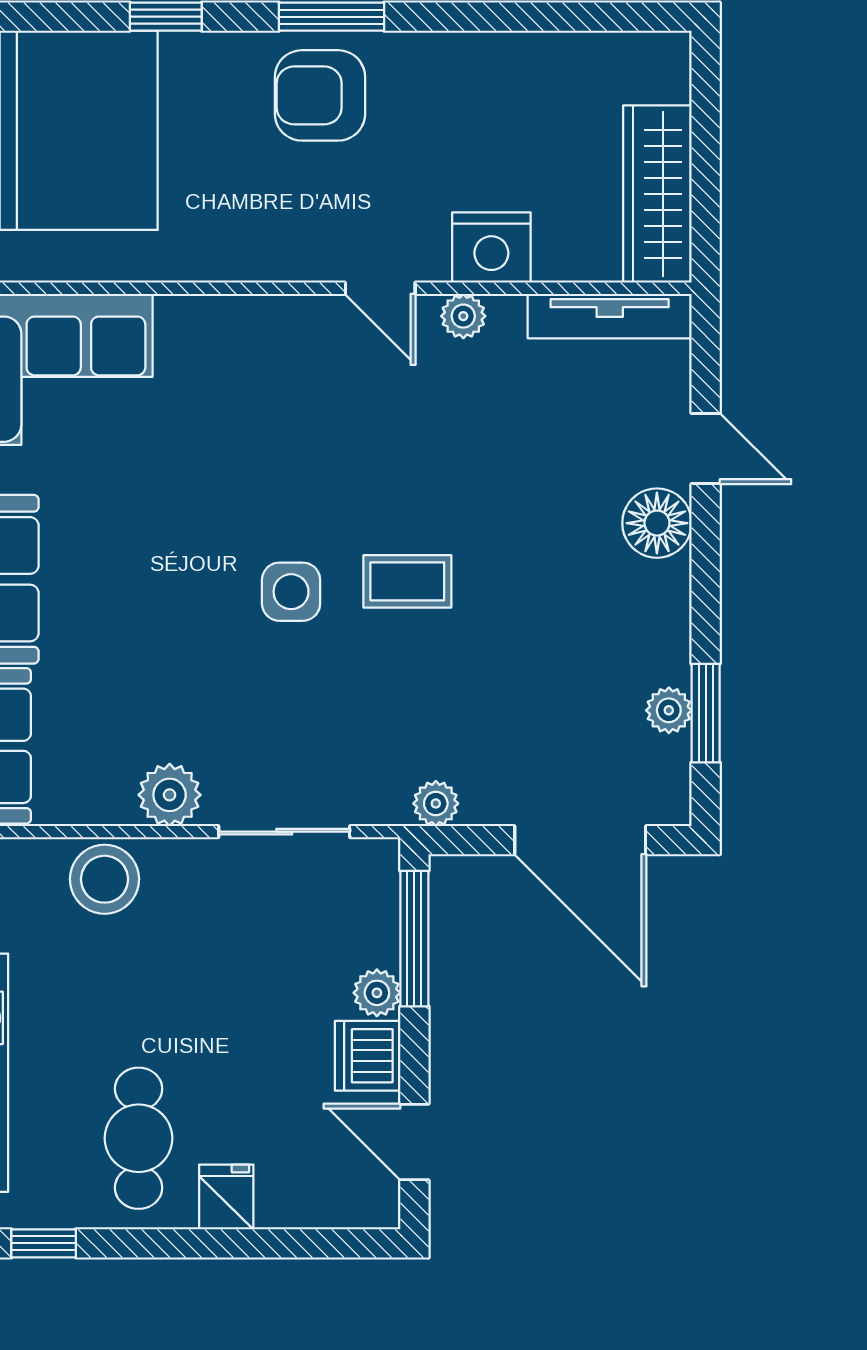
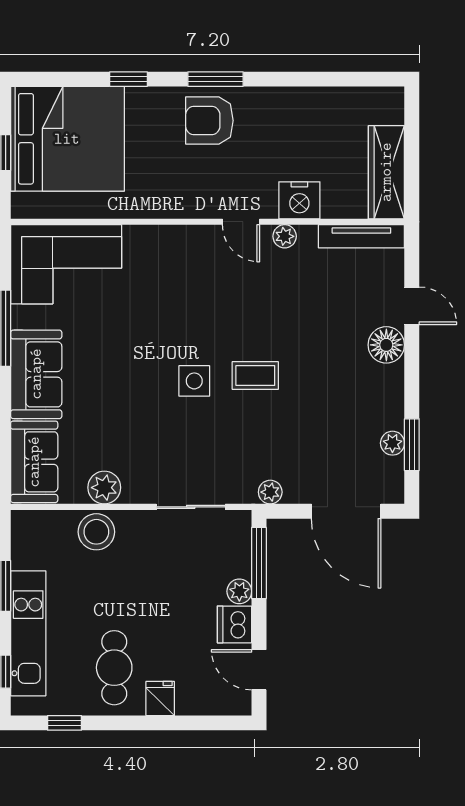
plant: (170, 795) -> (104, 488), moved

